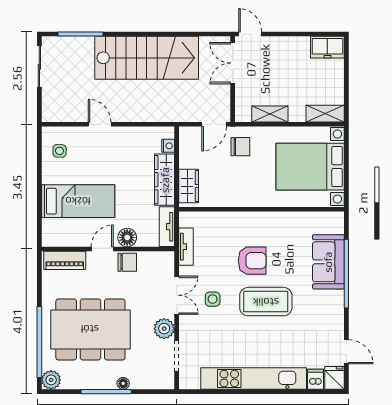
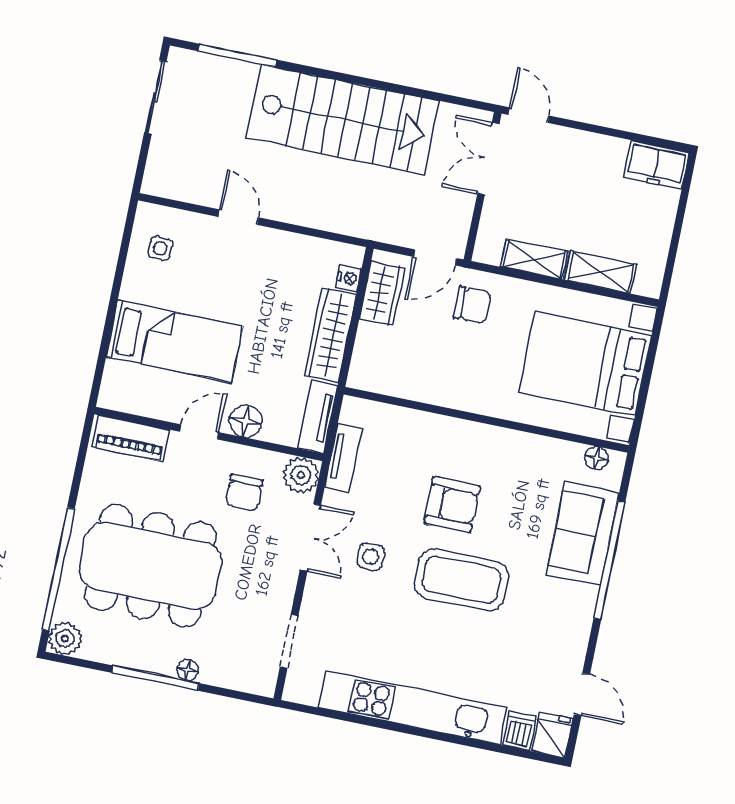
shelving: (325, 114) -> (601, 272), moved
wardrobe: (189, 186) -> (382, 293), moved
floor lamp: (327, 218) -> (596, 458), added
chair: (127, 262) -> (244, 493), moved, turned 90
plant: (164, 329) -> (301, 475), moved

